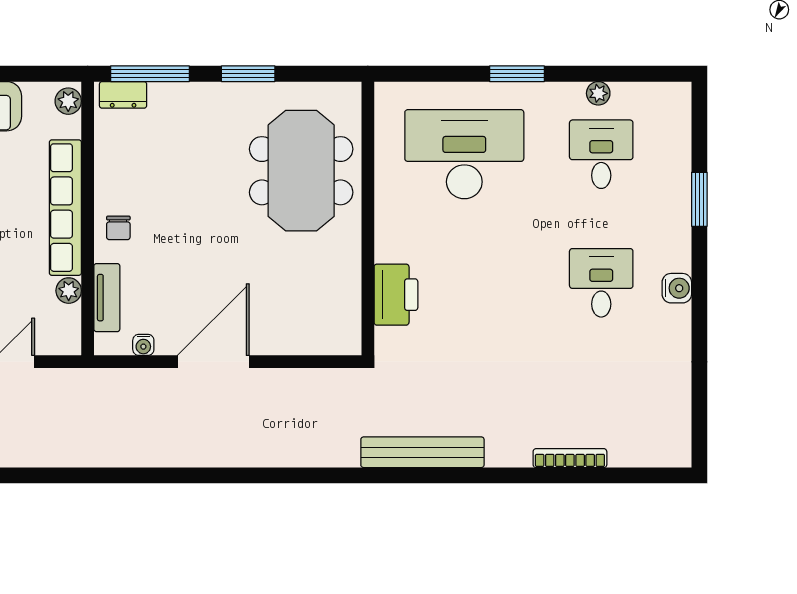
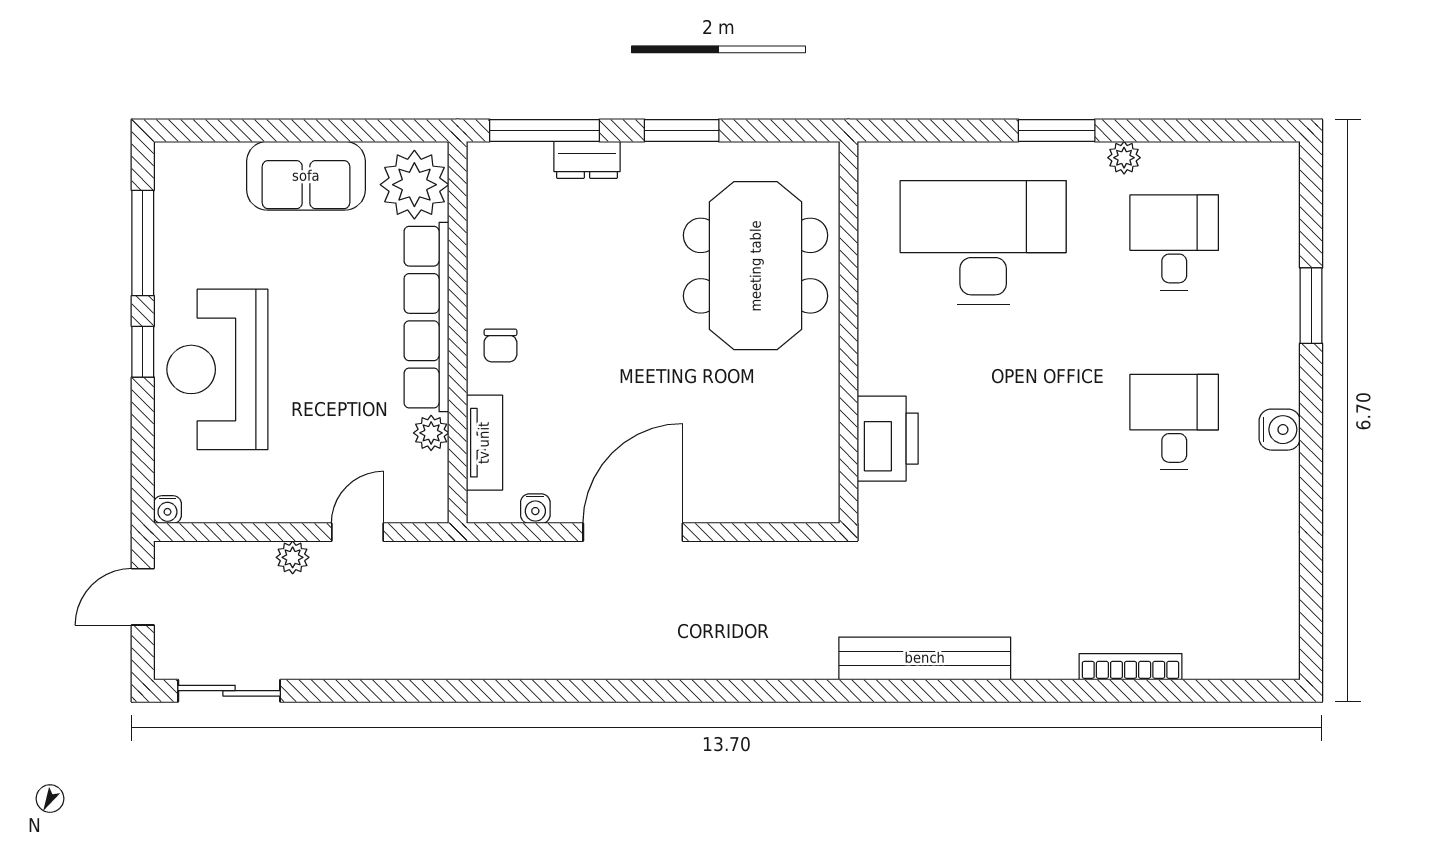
plant: (598, 93) -> (1124, 158), moved
dresser: (123, 95) -> (587, 160), moved
plant: (68, 101) -> (414, 185), width x1.87, depth x1.87

